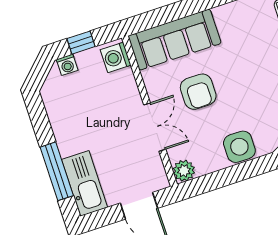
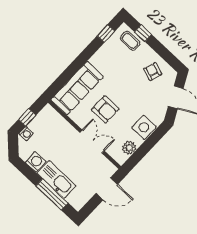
washing machine: (116, 57) -> (36, 162), moved, turned 180
plant: (184, 171) -> (129, 148), moved
kitchen sink: (85, 183) -> (56, 179), moved

